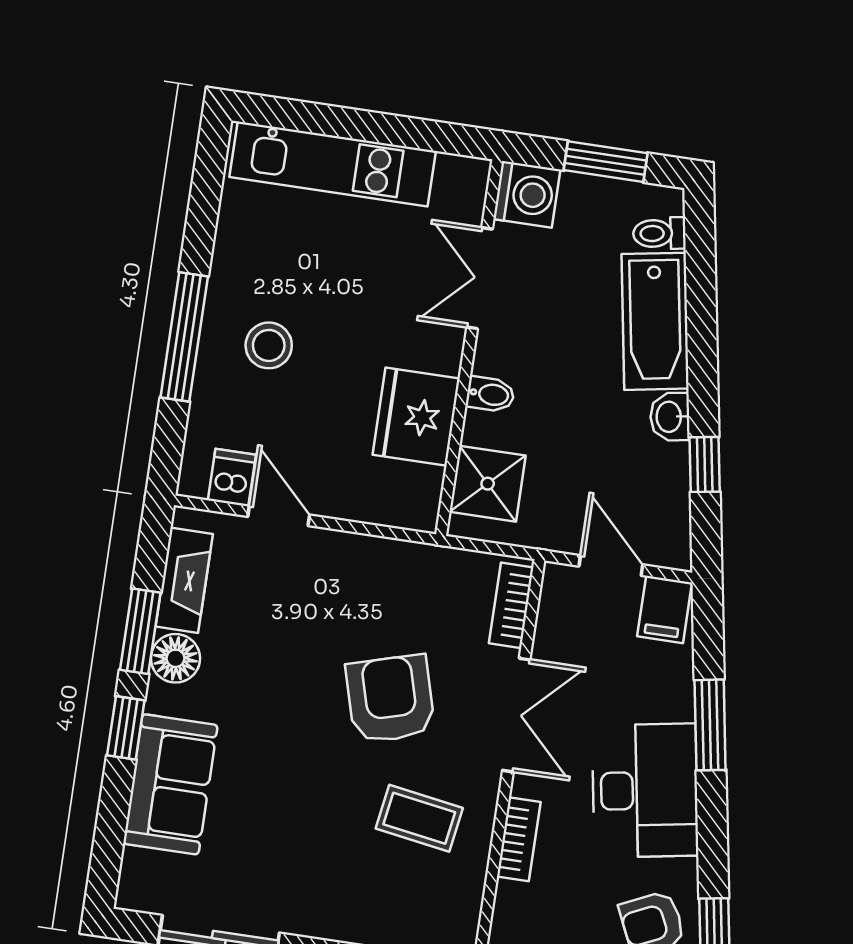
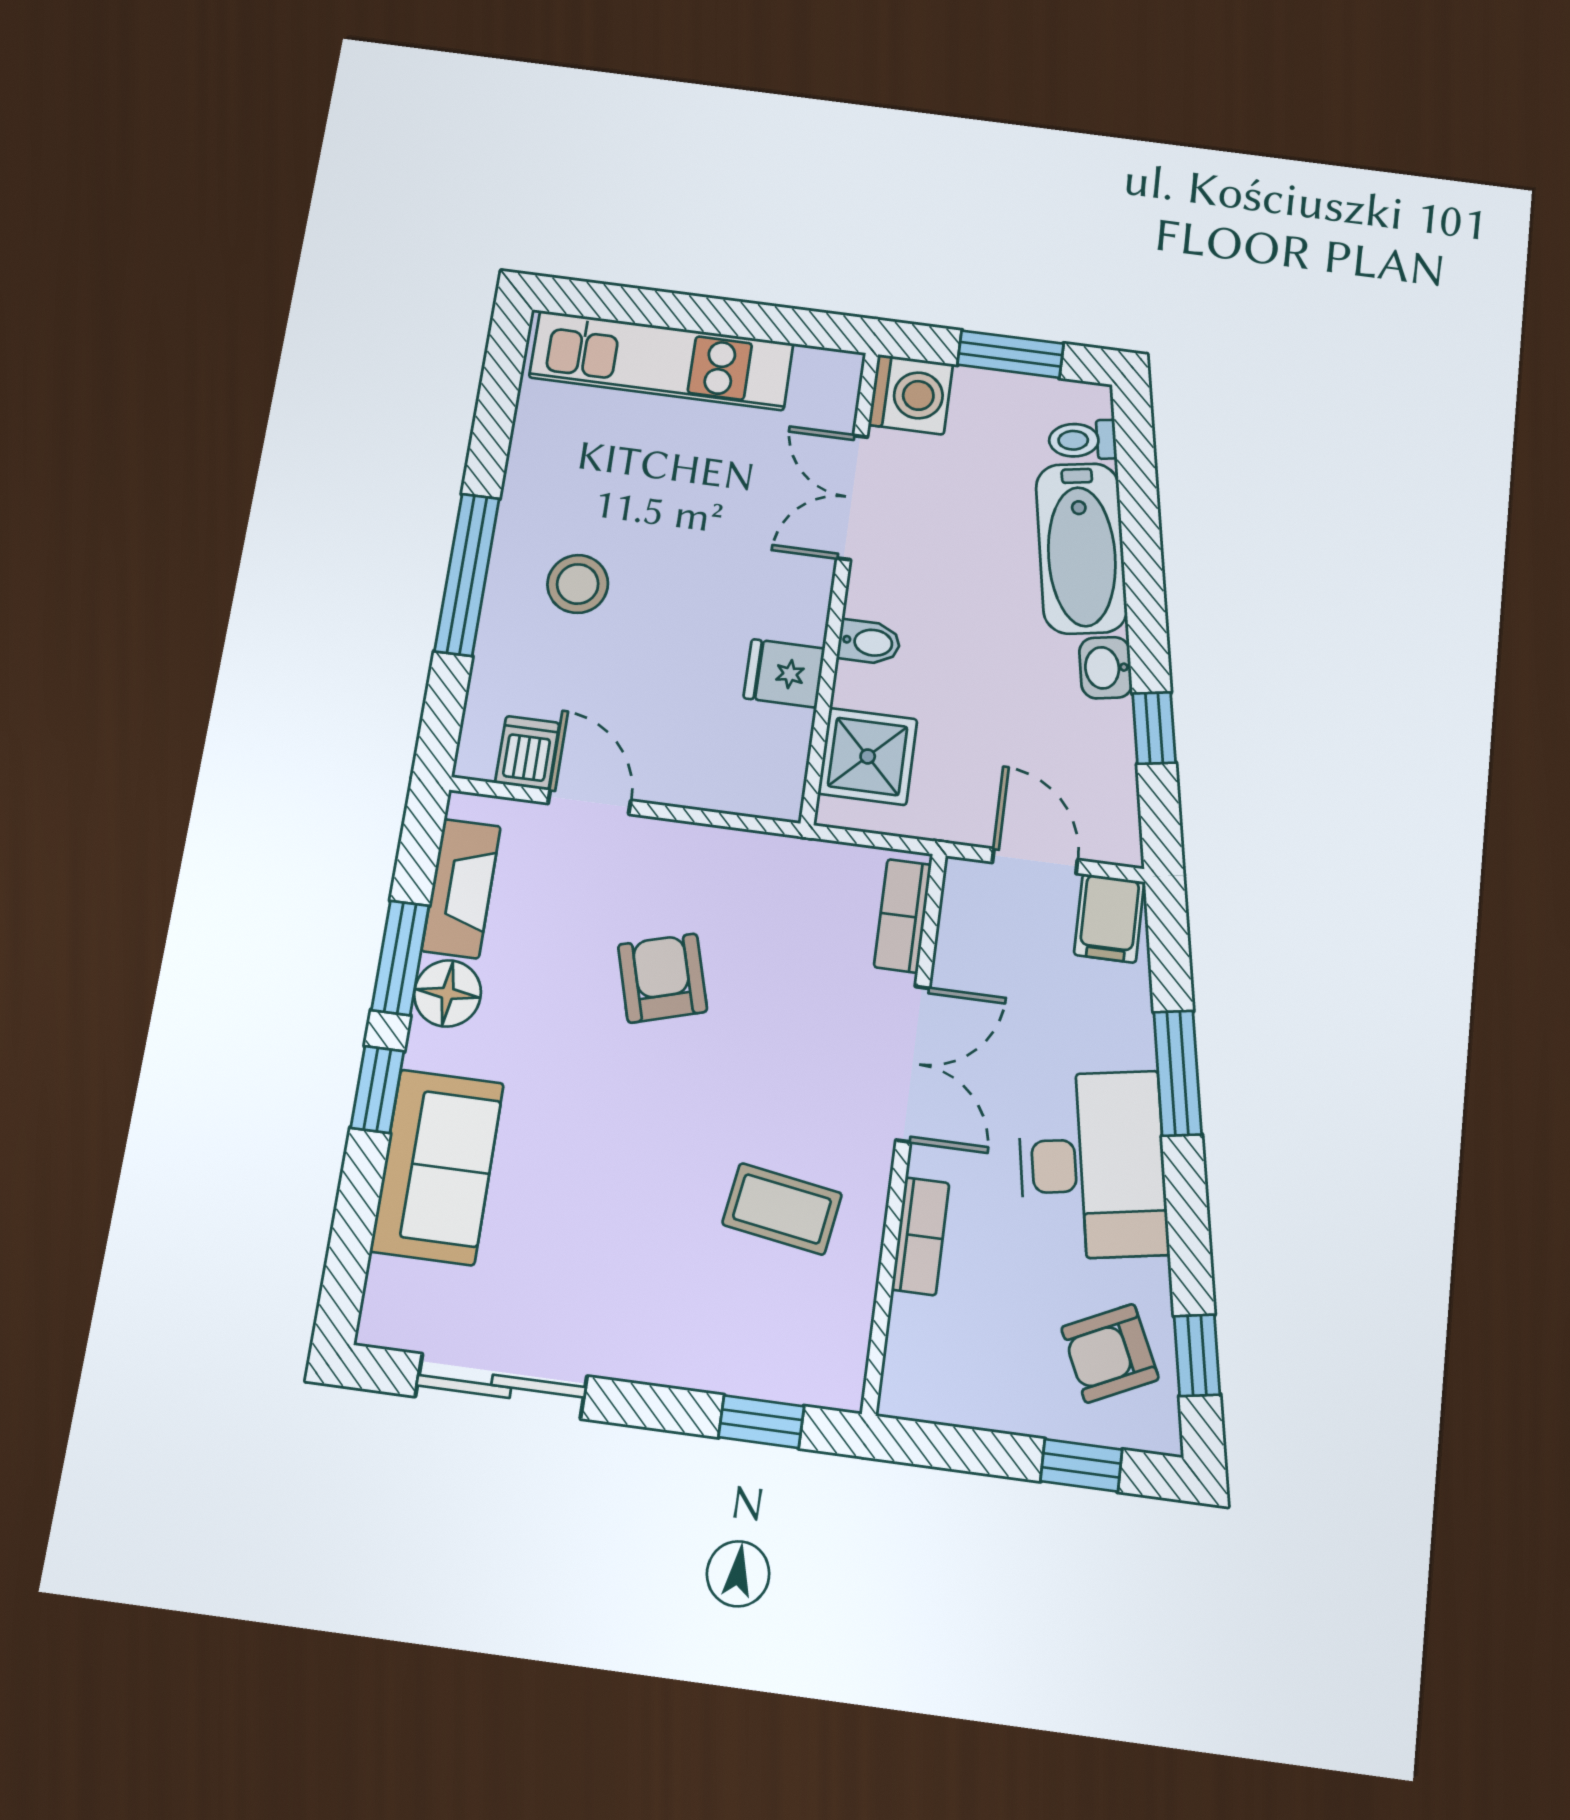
fridge: (416, 417) -> (784, 673), width x0.53, depth x0.75
armchair: (390, 699) -> (663, 978), moved, width x0.72, depth x0.72

